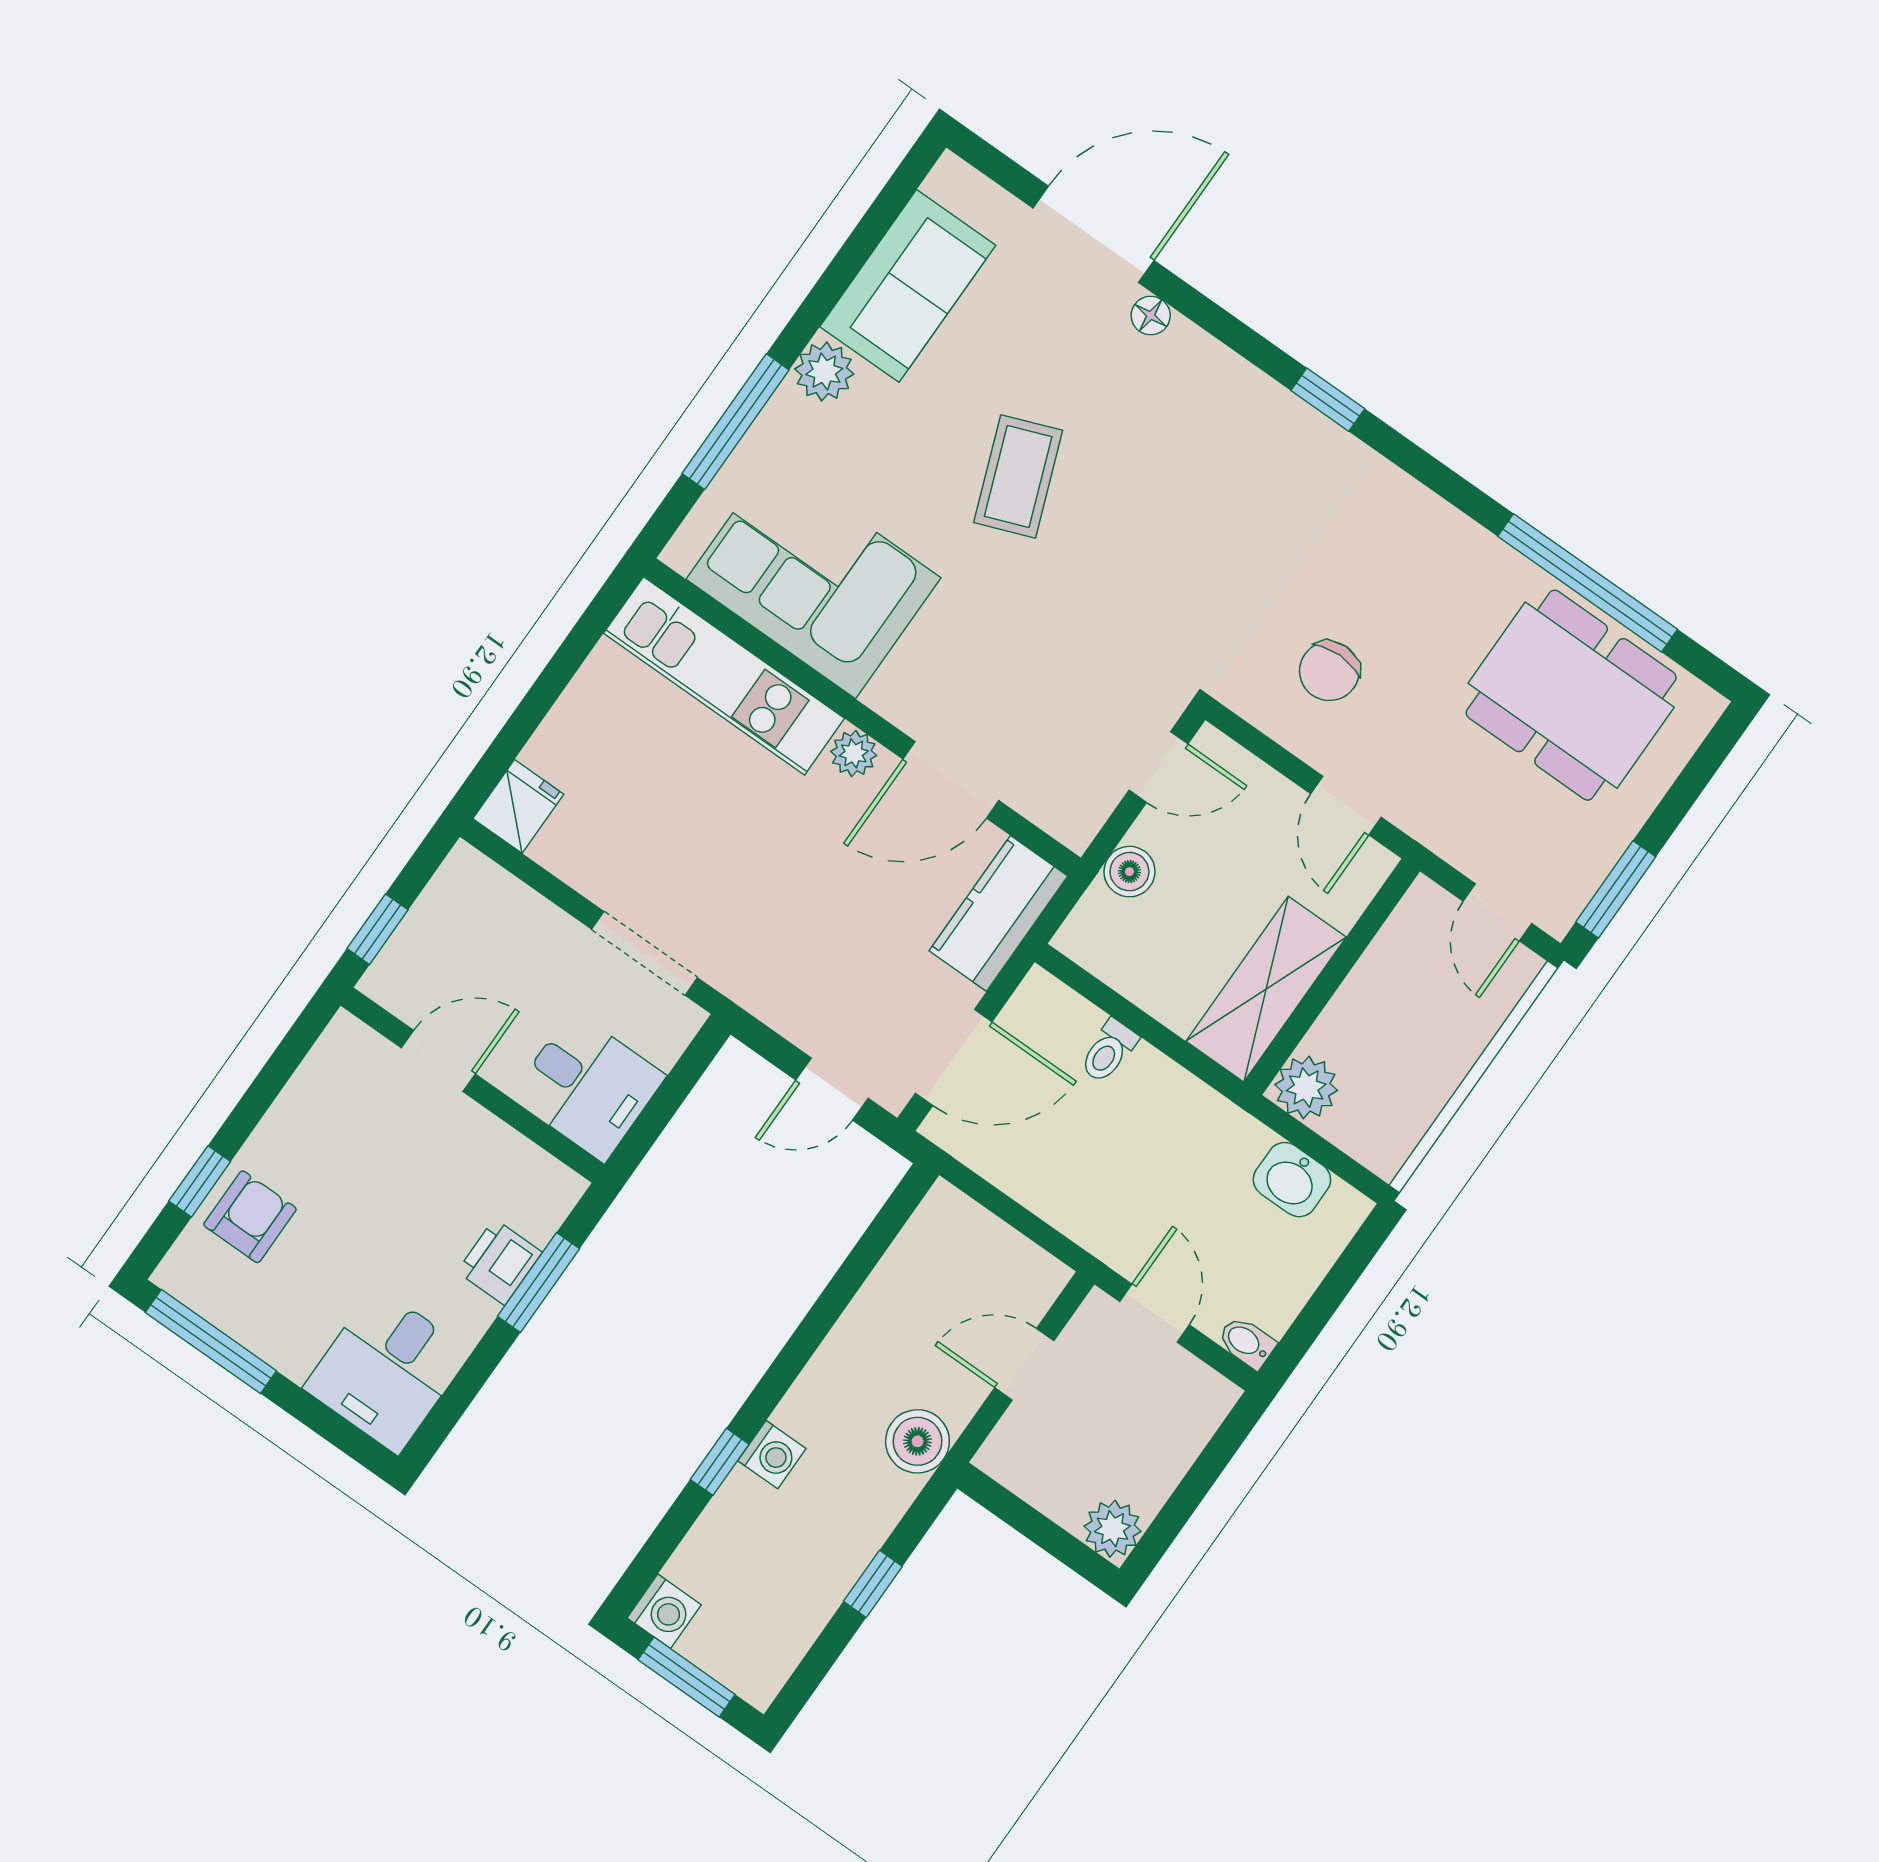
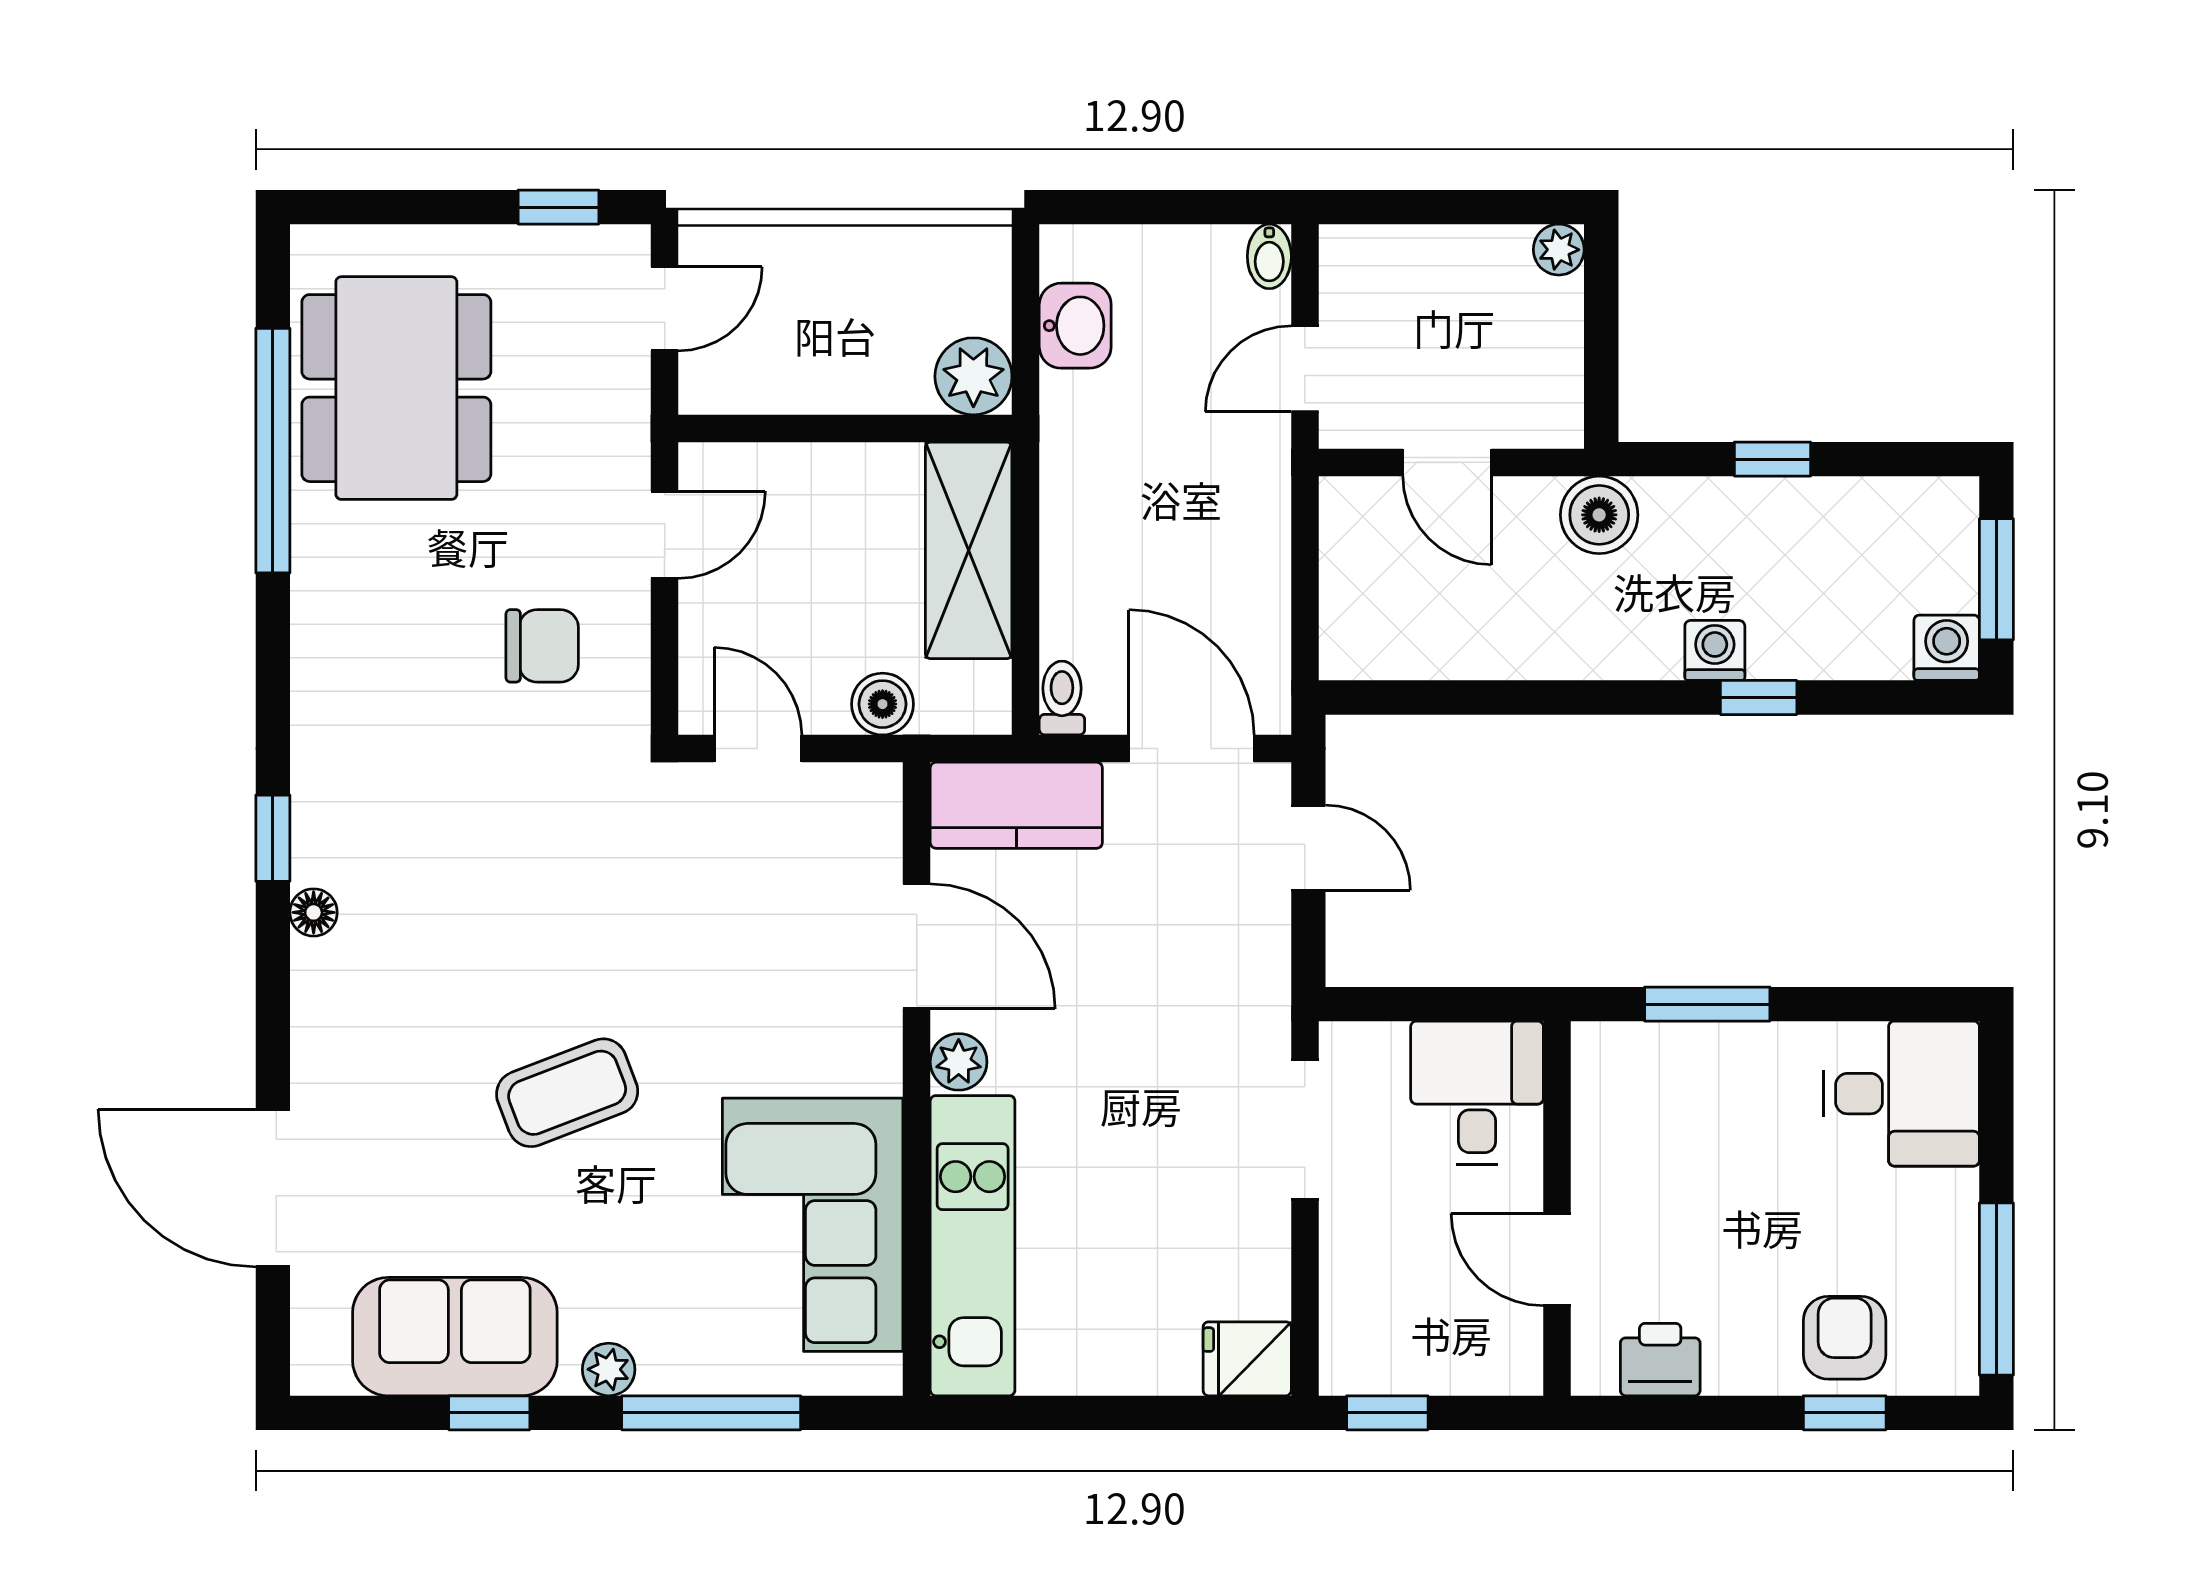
window: (840, 273) -> (489, 1413), added
floor lamp: (1151, 315) -> (314, 912), moved
plant: (824, 372) -> (609, 1369), width x0.73, depth x0.73
window: (1616, 889) -> (558, 207), width x0.67
window: (377, 929) -> (1387, 1413), moved
shelving: (1266, 989) -> (969, 550), moved, turned 90
toilet: (1109, 1051) -> (1062, 698), moved, turned -90
armchair: (250, 1217) -> (1845, 1338), turned 90
printer: (500, 1262) -> (1660, 1360), moved, turned 180
plant: (1113, 1529) -> (1559, 250), width x0.73, depth x0.73

